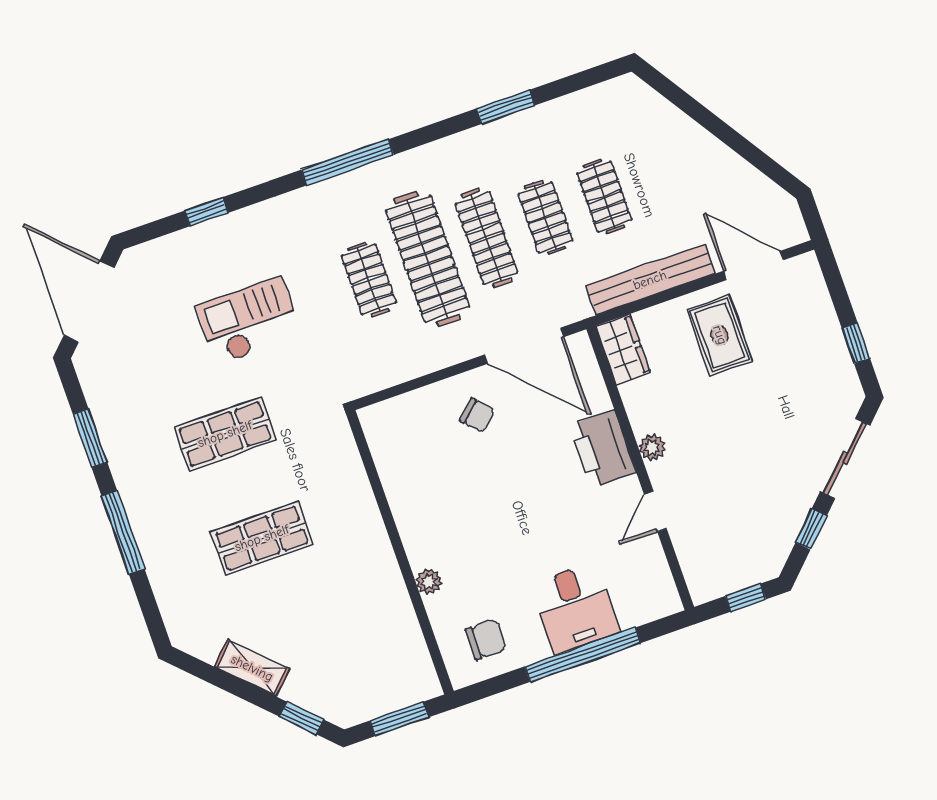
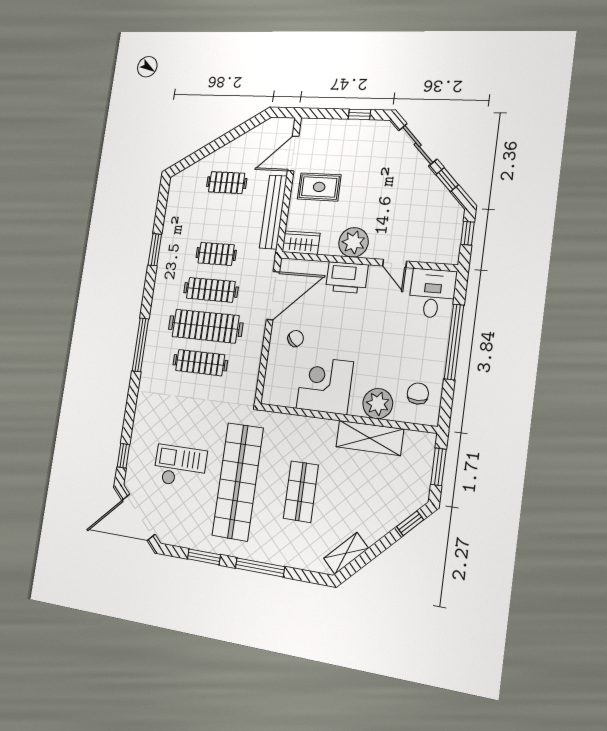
clothes rail: (604, 197) -> (227, 183), moved
window: (206, 212) -> (123, 456), moved
clothes rail: (369, 279) -> (200, 363), width x1.36
checkout: (249, 321) -> (180, 466), moved, turned 90
shop shelf: (225, 434) -> (238, 482), width x2.00, depth x1.36
plant: (652, 447) -> (353, 242), width x1.88, depth x1.88
corner desk: (431, 496) -> (325, 385), added
plant: (429, 581) -> (378, 404), width x1.88, depth x1.88
shelving: (389, 601) -> (370, 438), added
desk: (575, 608) -> (432, 293), moved, turned -90
shelving: (252, 668) -> (346, 553), moved

